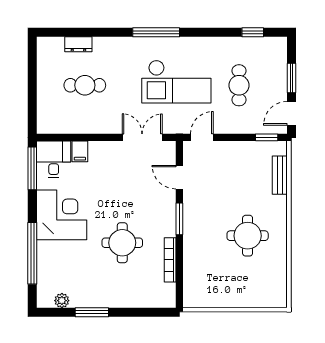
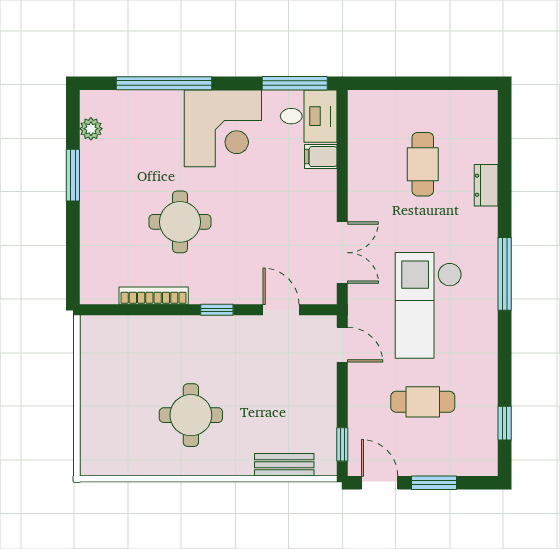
dresser: (78, 44) -> (486, 185), moved
door: (179, 177) -> (281, 310), hinge flipped
window: (179, 219) -> (217, 310), width x0.67

